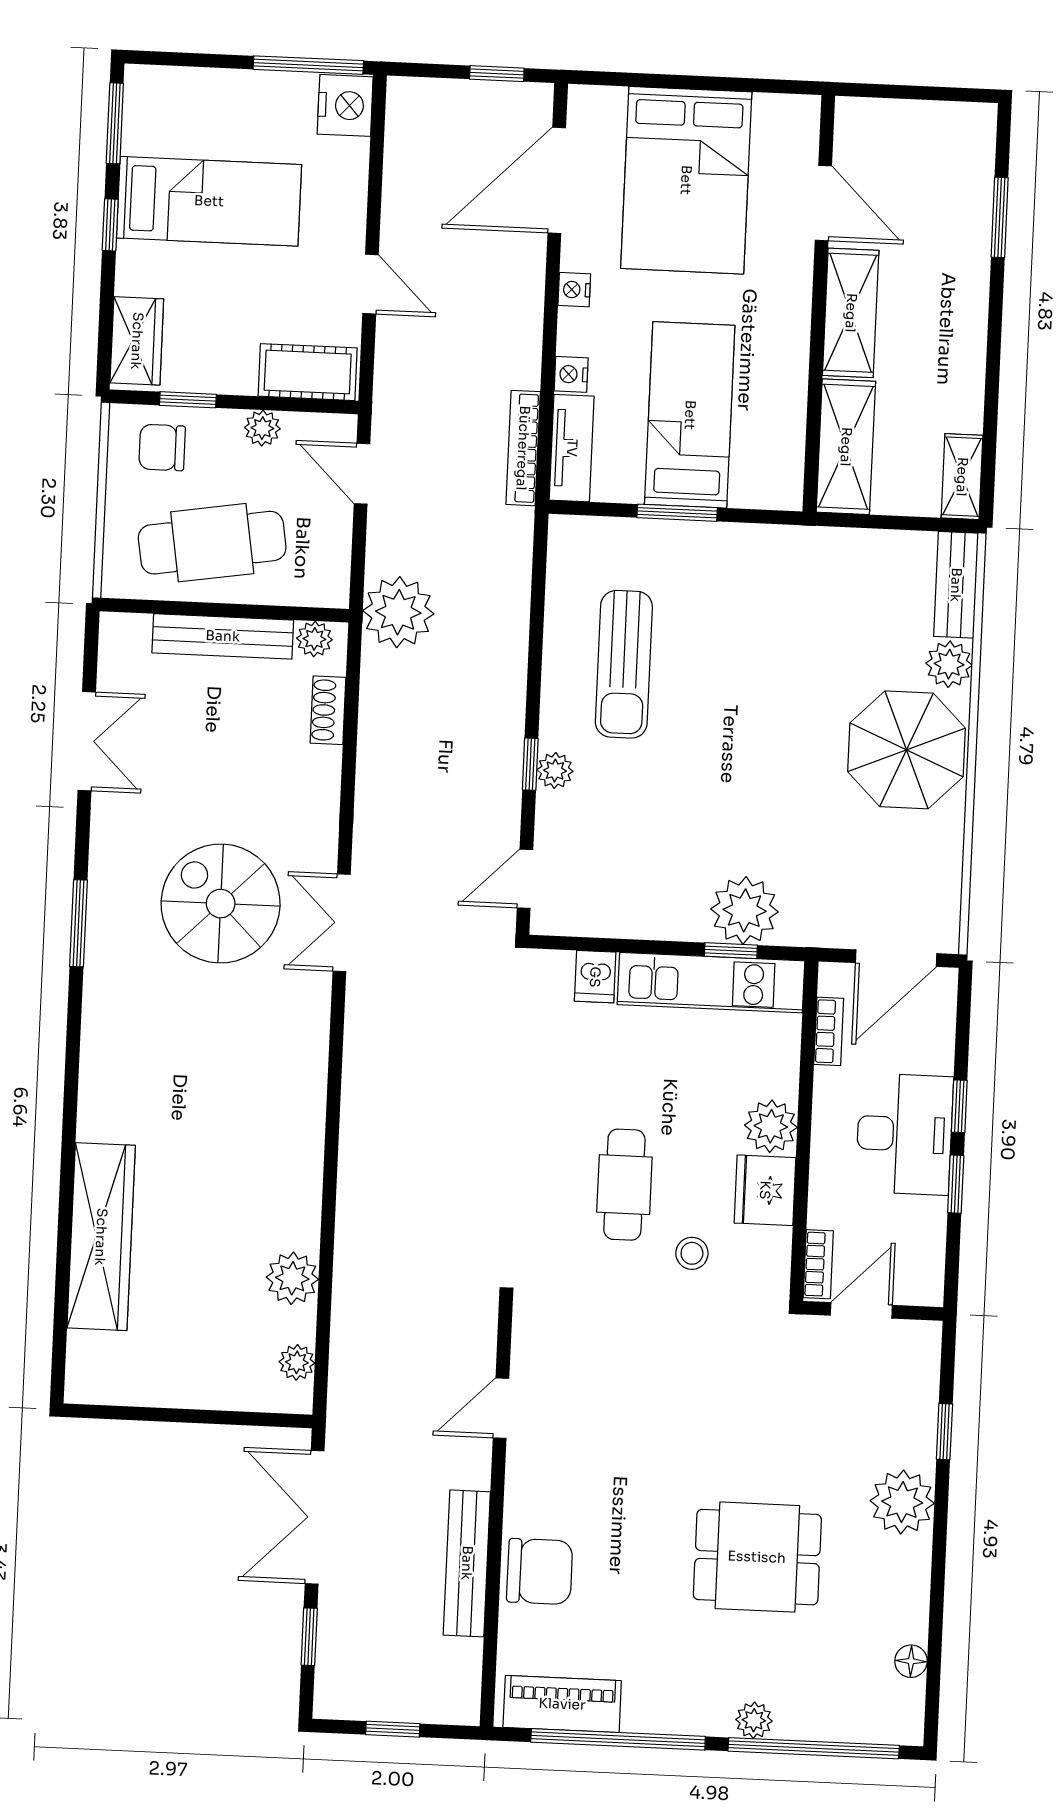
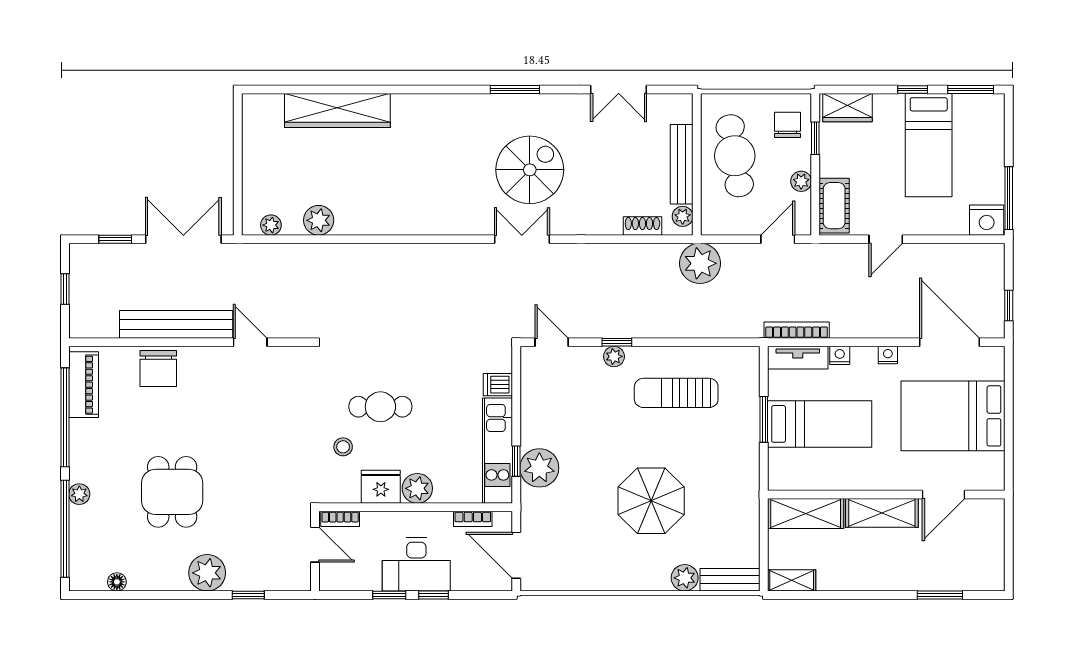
parasol: (906, 750) -> (651, 501), moved
bench: (467, 1563) -> (176, 324), width x1.37, depth x1.21

